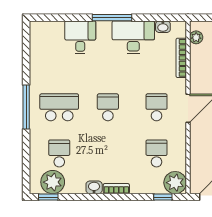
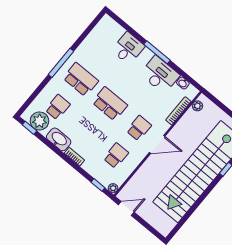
school desk: (108, 107) -> (110, 104), width x1.85
plant: (175, 183) -> (113, 188), width x0.53, depth x0.53
washbasin: (94, 187) -> (59, 139), width x1.91, depth x1.45

